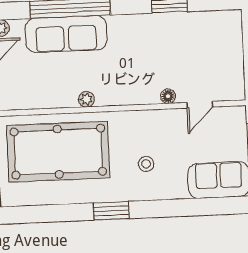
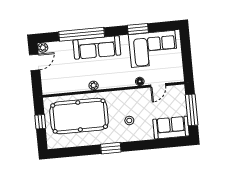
sofa: (66, 34) -> (97, 47), moved
corner sofa: (194, 40) -> (153, 49), added

